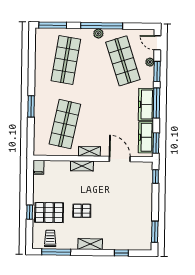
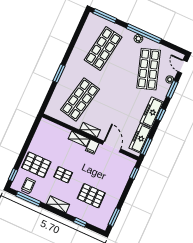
window: (157, 103) -> (161, 115), width x0.46
filing cabinet: (38, 167) -> (92, 147), moved
window: (30, 212) -> (13, 175), moved
pallet: (121, 220) -> (91, 196), added

